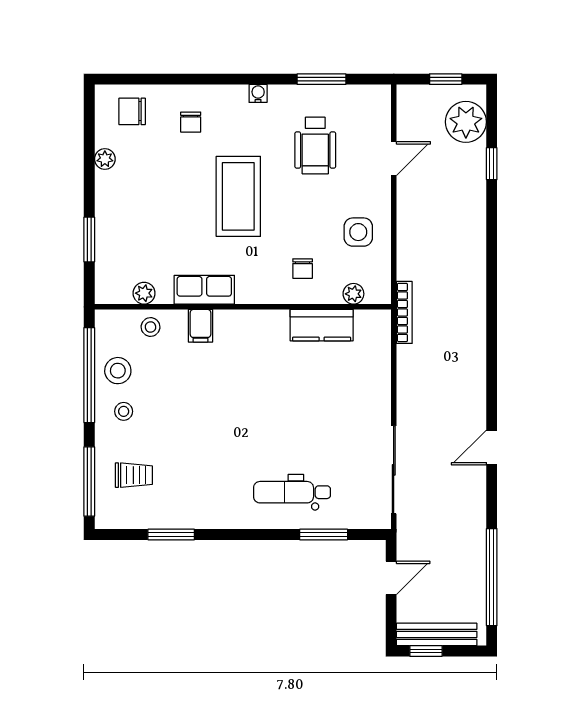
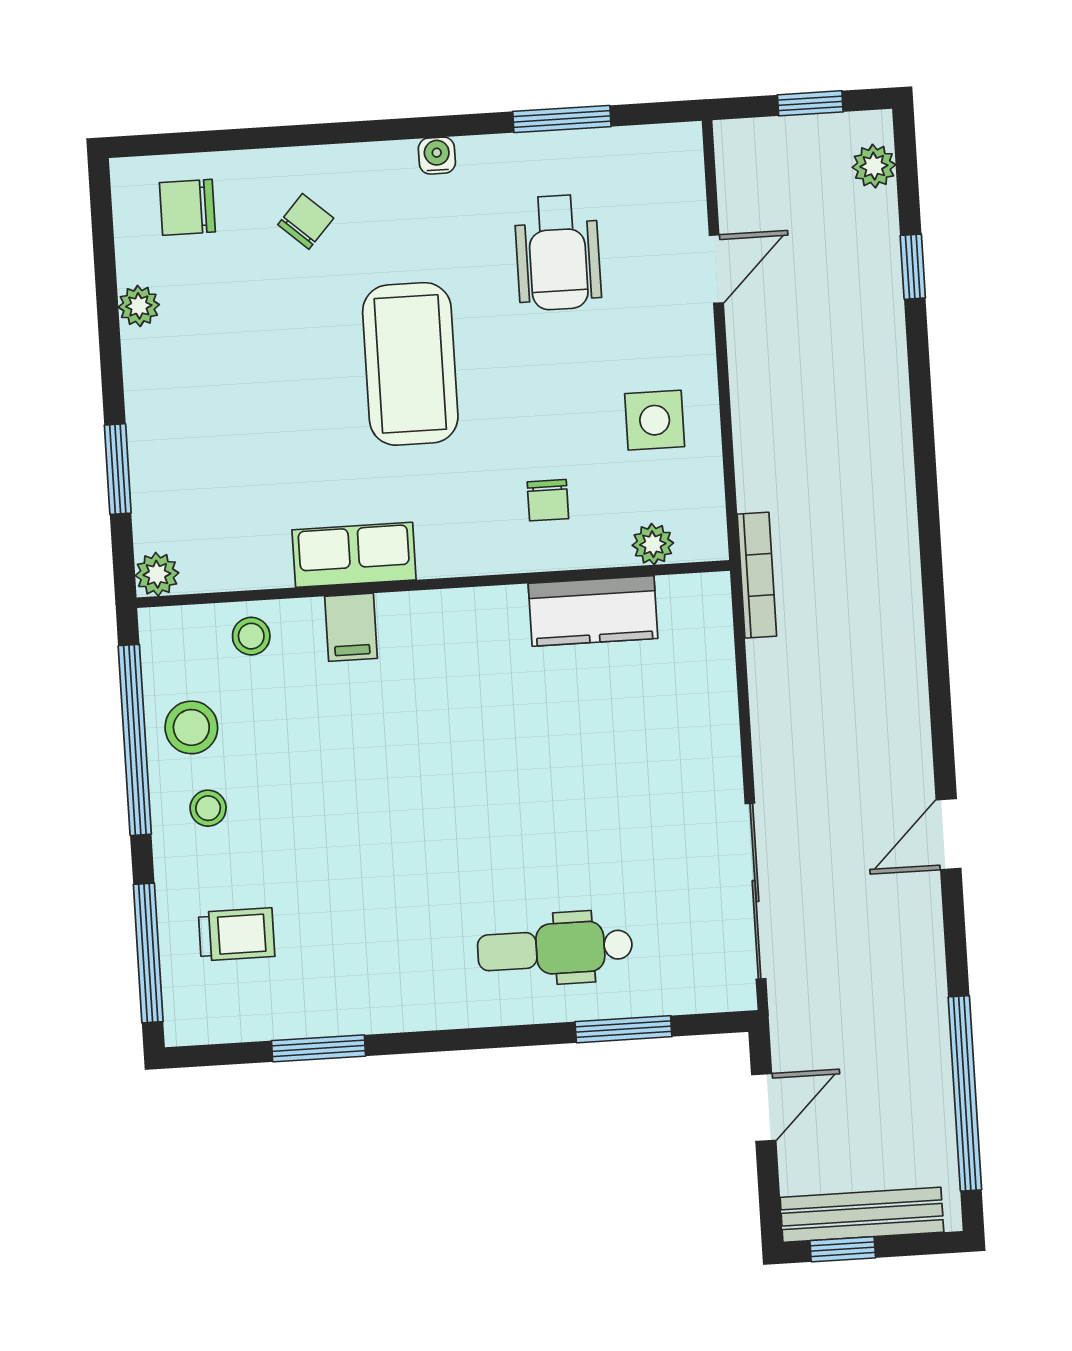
chair: (191, 122) -> (306, 221), turned -138
plant: (466, 122) -> (874, 166), width x0.53, depth x0.53
plant: (144, 293) -> (157, 574), moved

